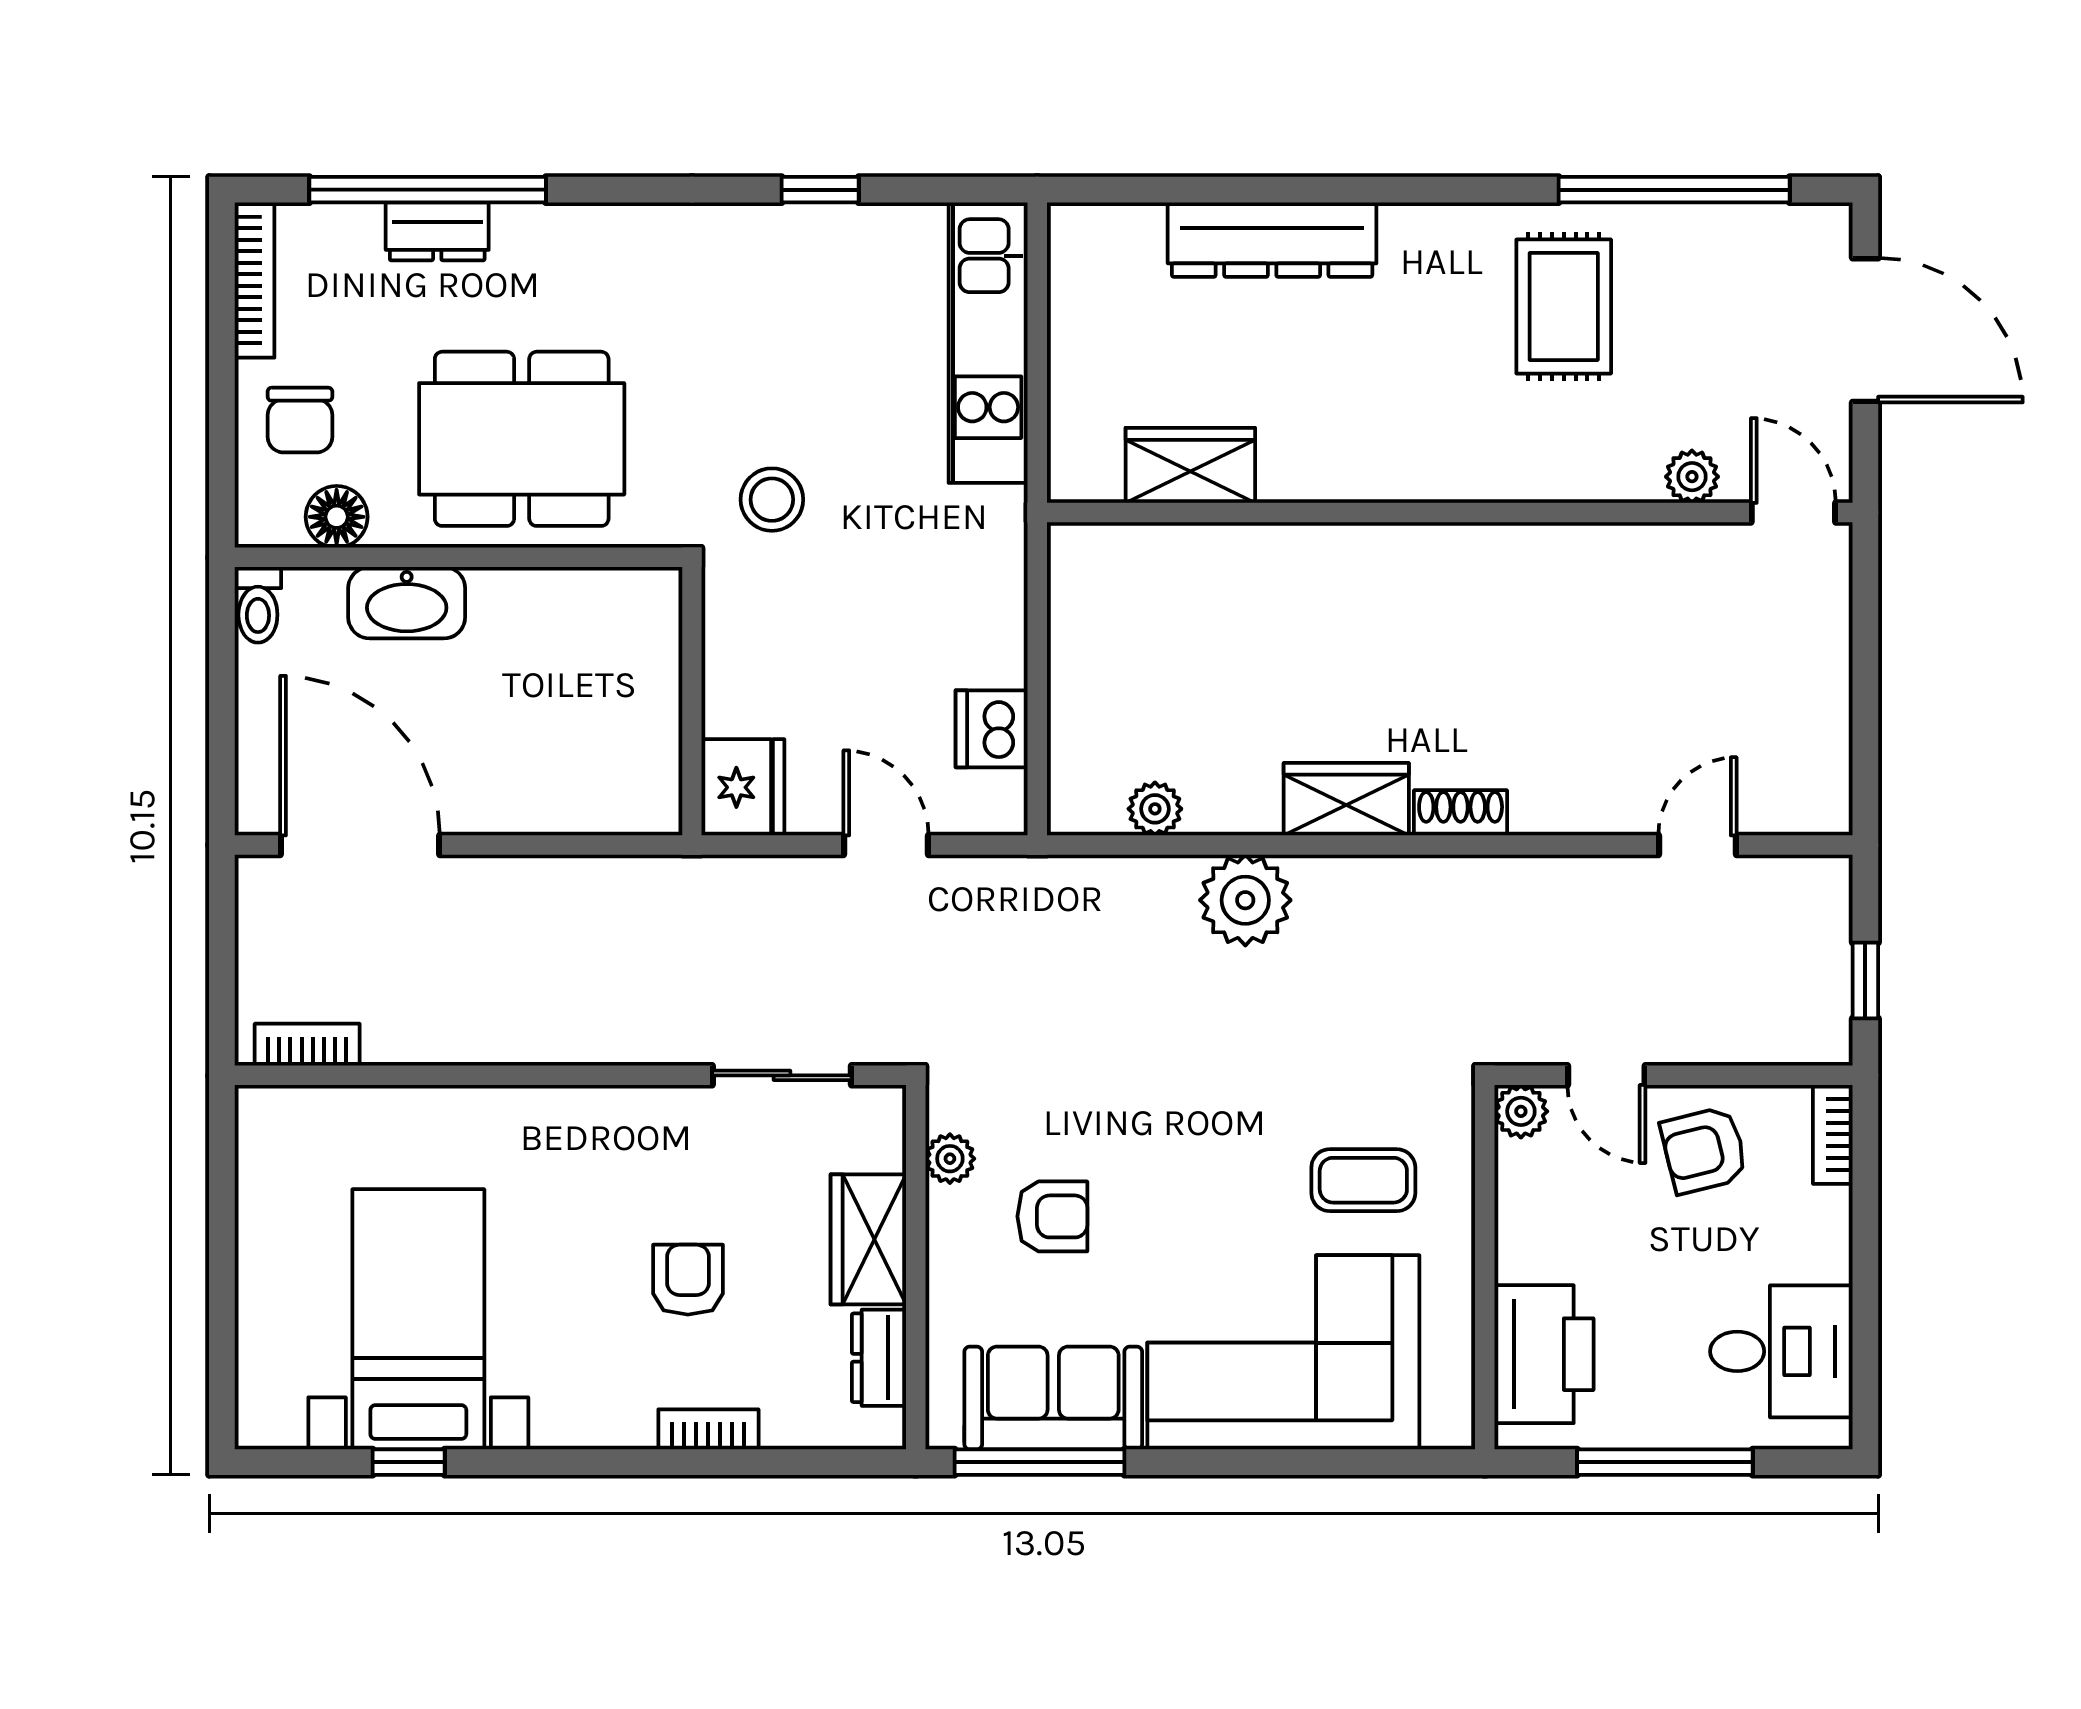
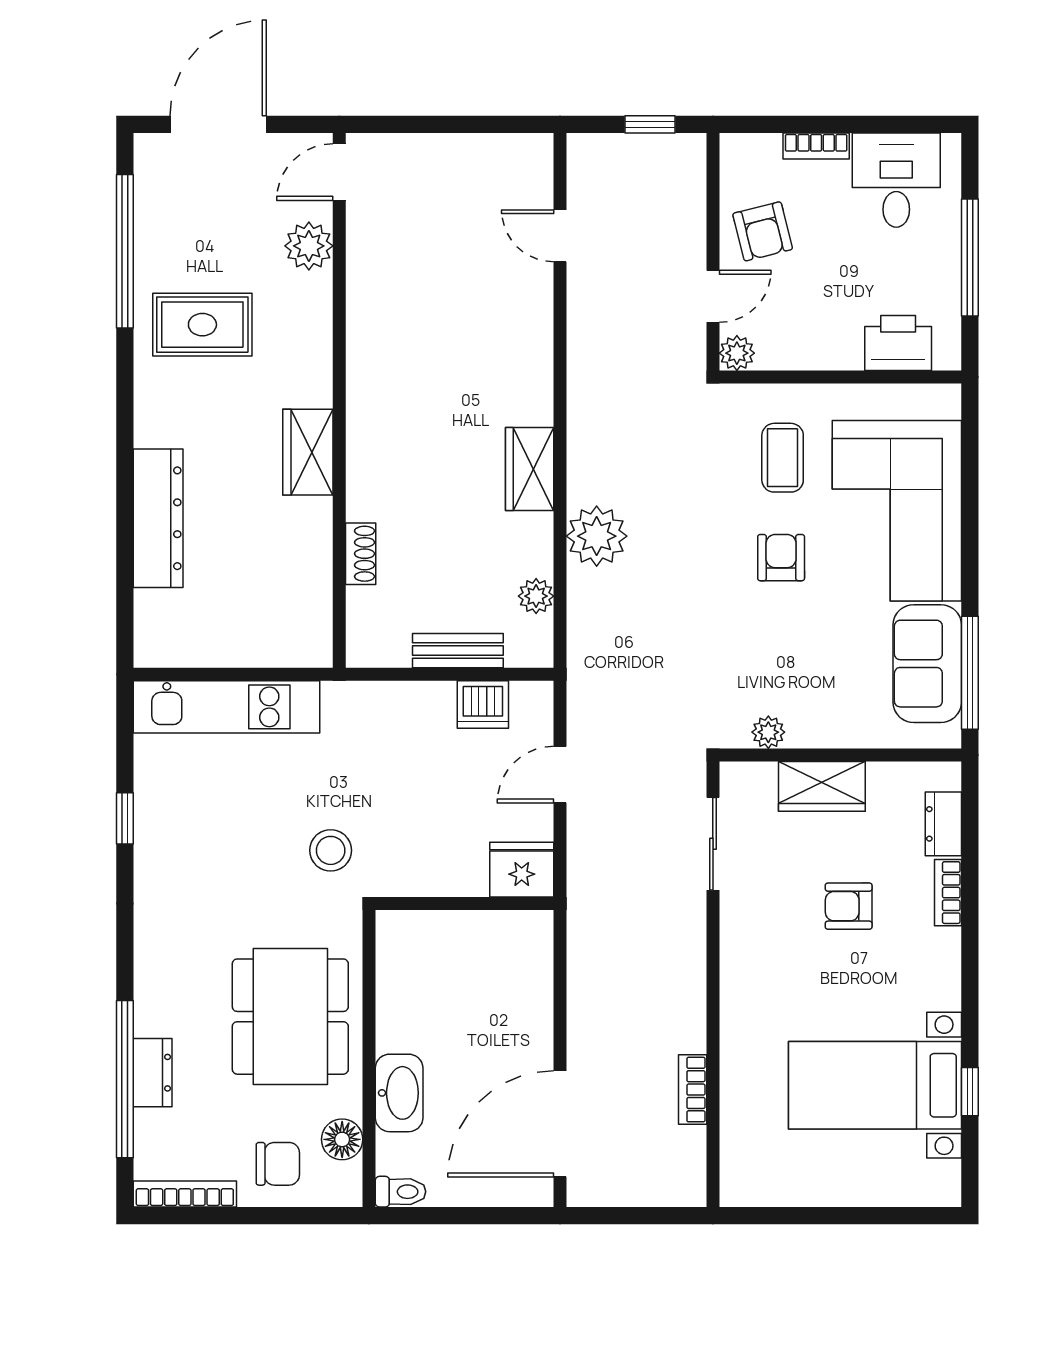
wardrobe: (1190, 465) -> (308, 452), moved
plant: (1692, 477) -> (309, 246), width x1.38, depth x1.38
bench: (1073, 691) -> (458, 651), added
shoe rack: (1461, 813) -> (361, 554), moved, turned 180
bookcase: (307, 1045) -> (693, 1090), moved
bookcase: (1833, 1134) -> (816, 146), moved
armchair: (1052, 1216) -> (781, 558), moved
printer: (1544, 1354) -> (898, 343), width x0.73, depth x0.84
dresser: (879, 1358) -> (943, 824), moved, turned 90

